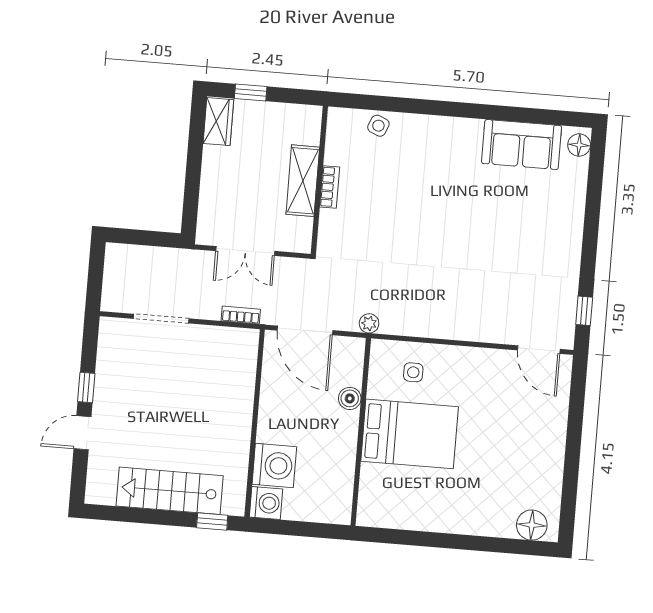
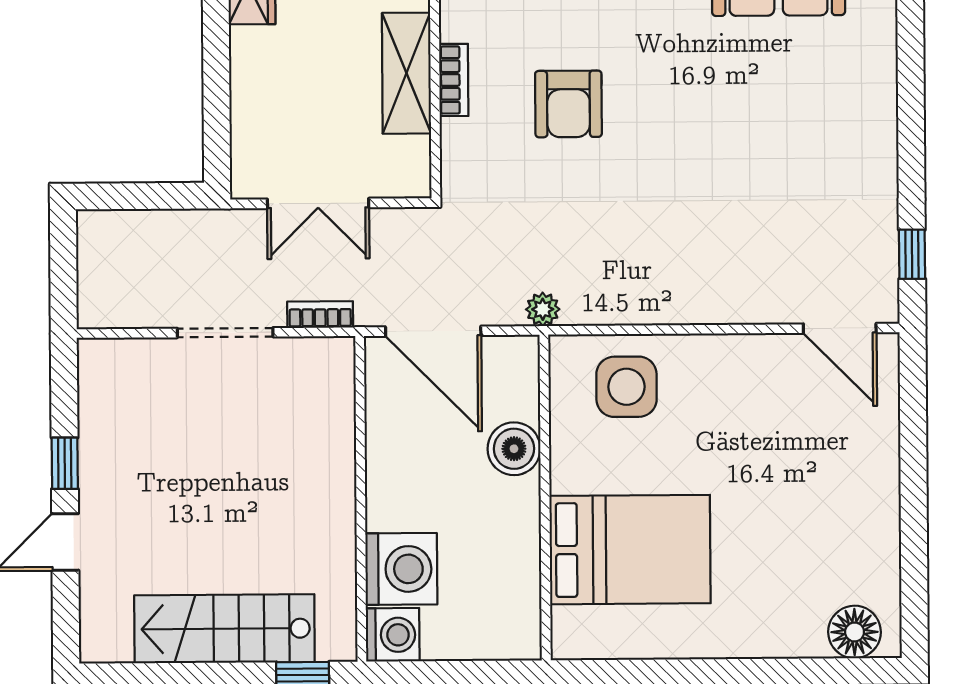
armchair: (394, 207) -> (568, 104), added
doorway: (161, 319) -> (225, 333), moved
side table: (413, 372) -> (627, 387), width x1.87, depth x1.87
boiler: (350, 398) -> (514, 449), width x1.36, depth x1.36
bed: (410, 434) -> (630, 550), moved

